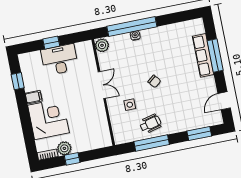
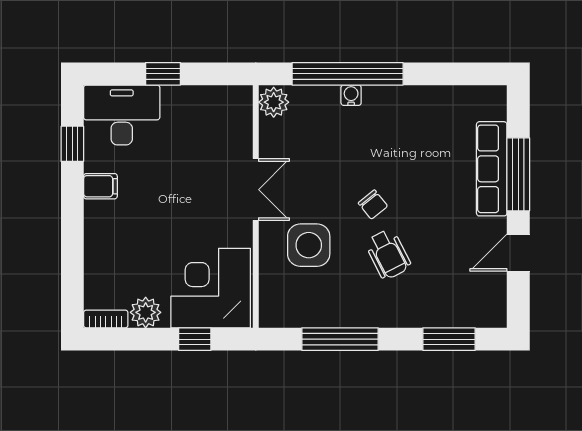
desk: (60, 60) -> (122, 115), moved
door: (224, 101) -> (518, 253), moved
side table: (130, 105) -> (309, 245), width x1.87, depth x1.87
corner desk: (48, 119) -> (211, 288), moved, turned -90
wheelchair: (150, 124) -> (388, 254), moved, turned 77
window: (72, 159) -> (195, 339), moved

